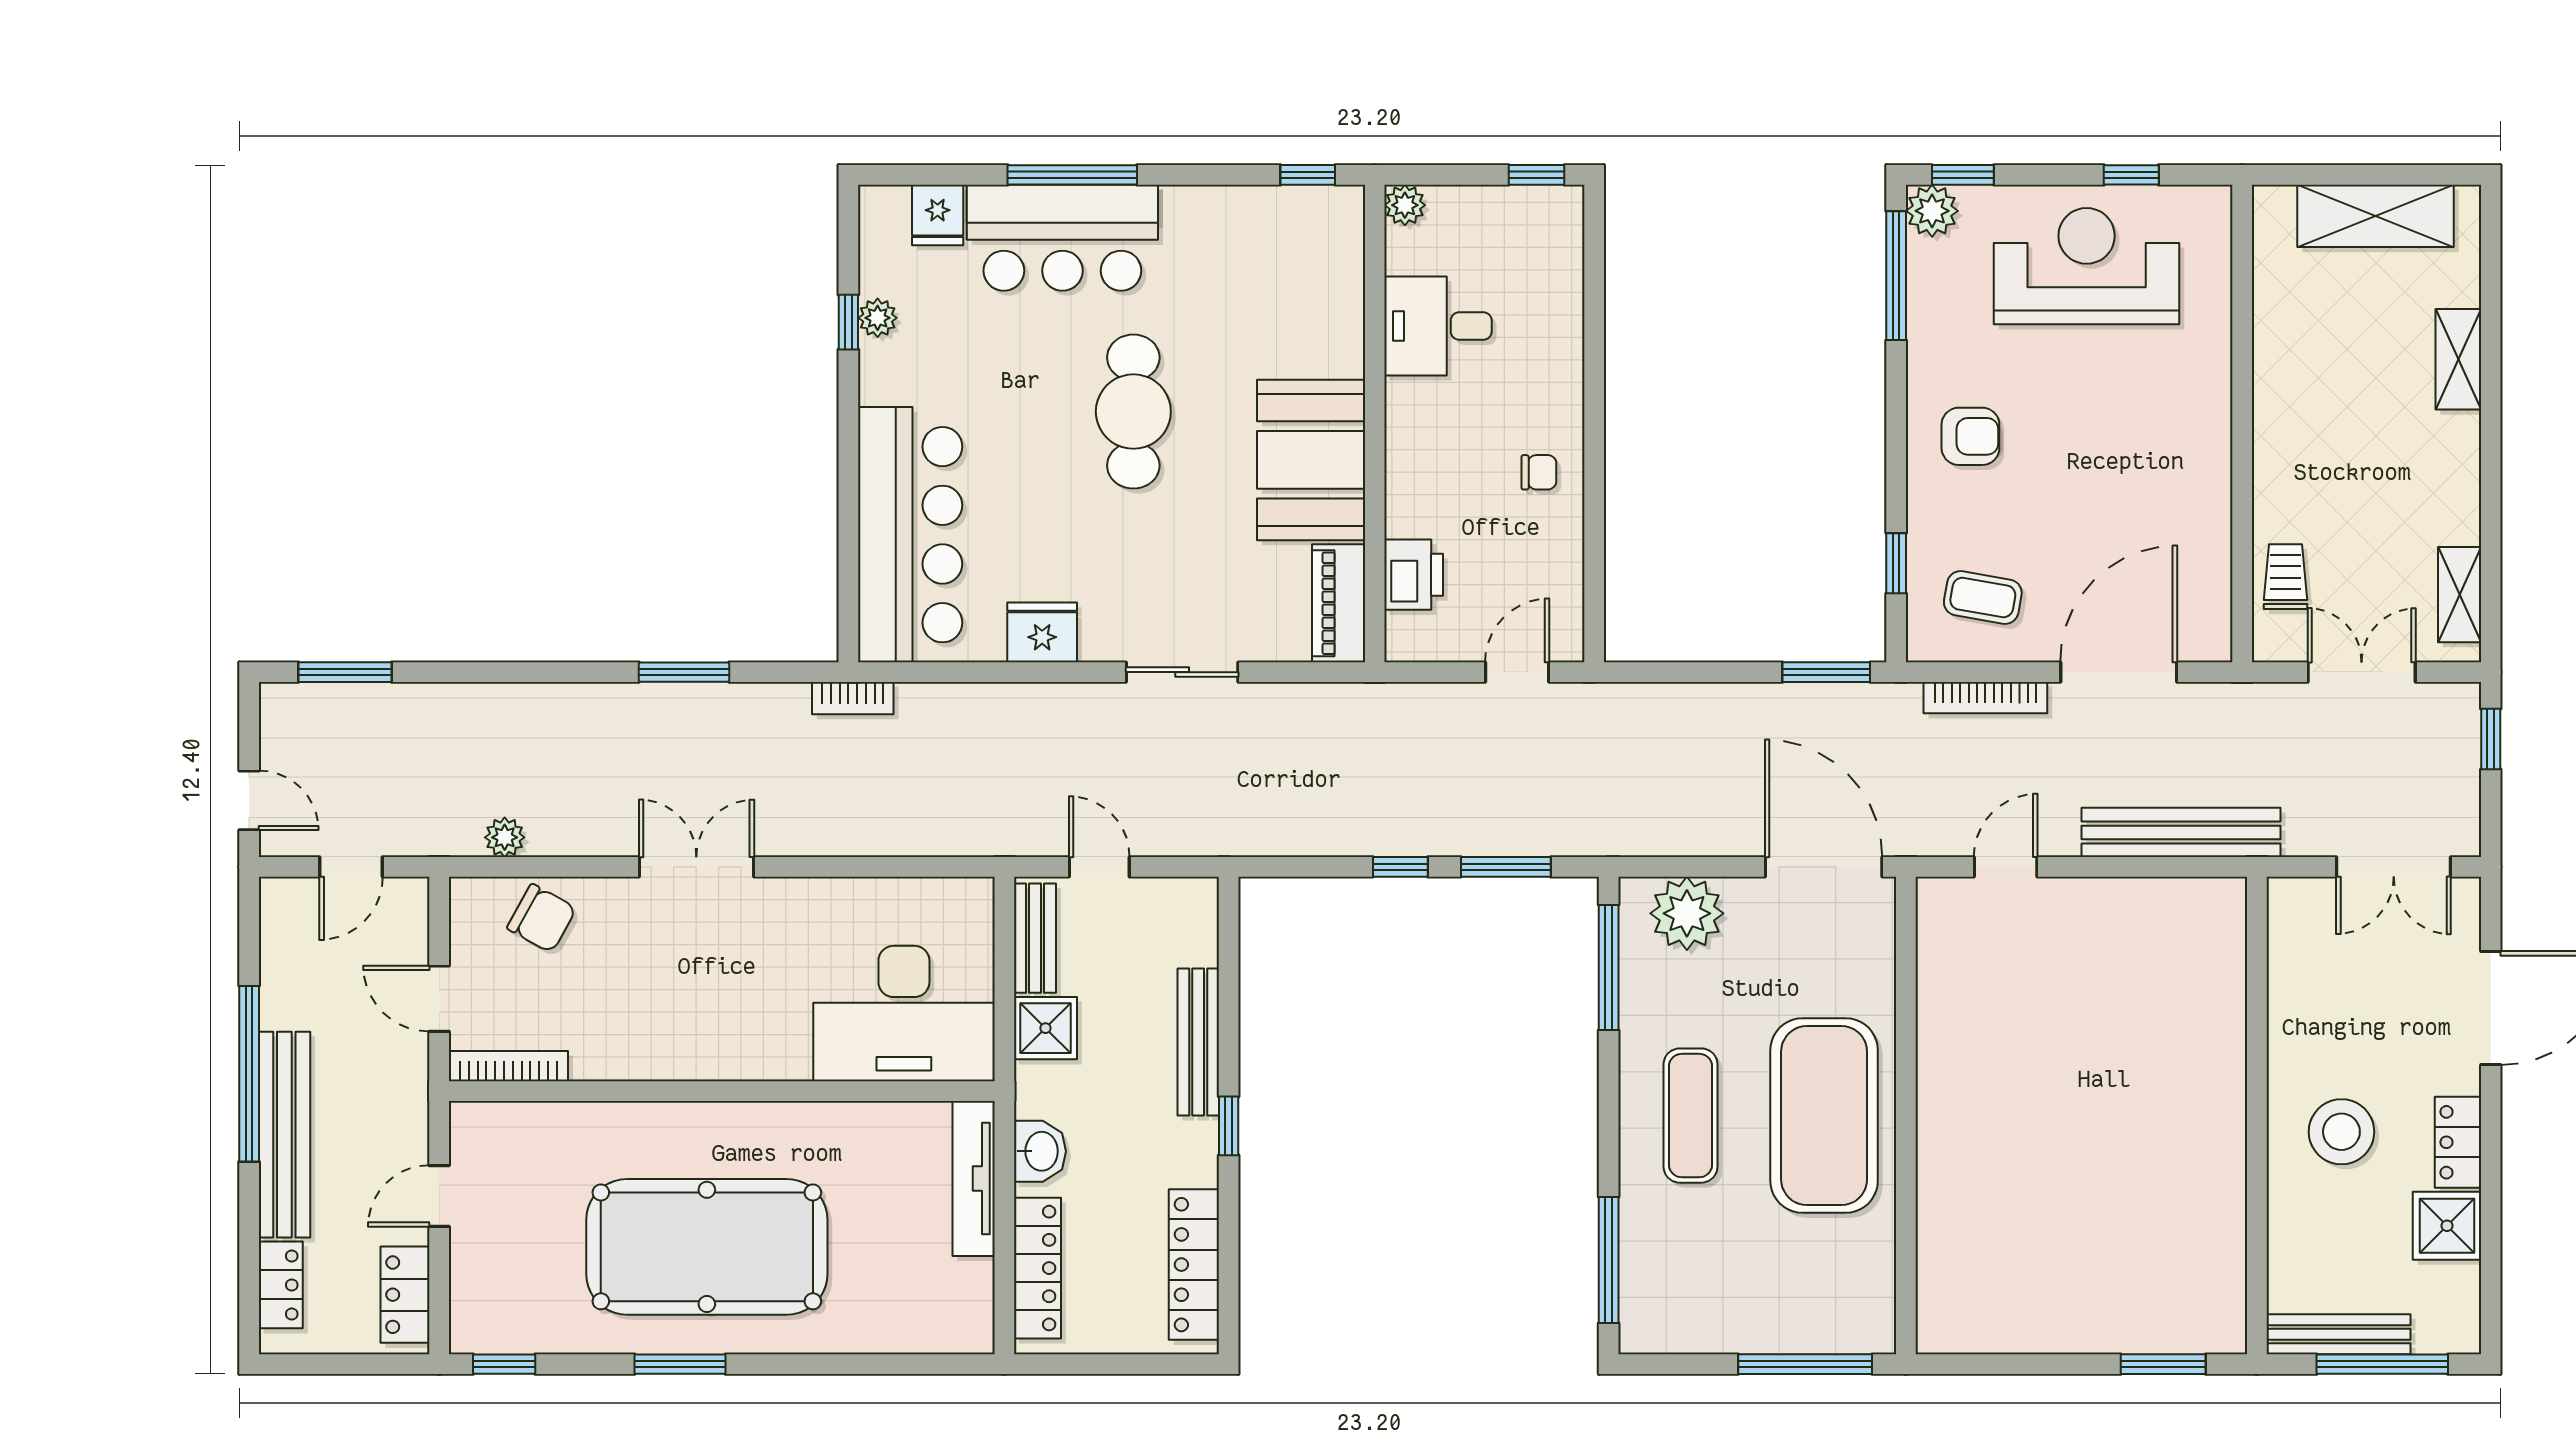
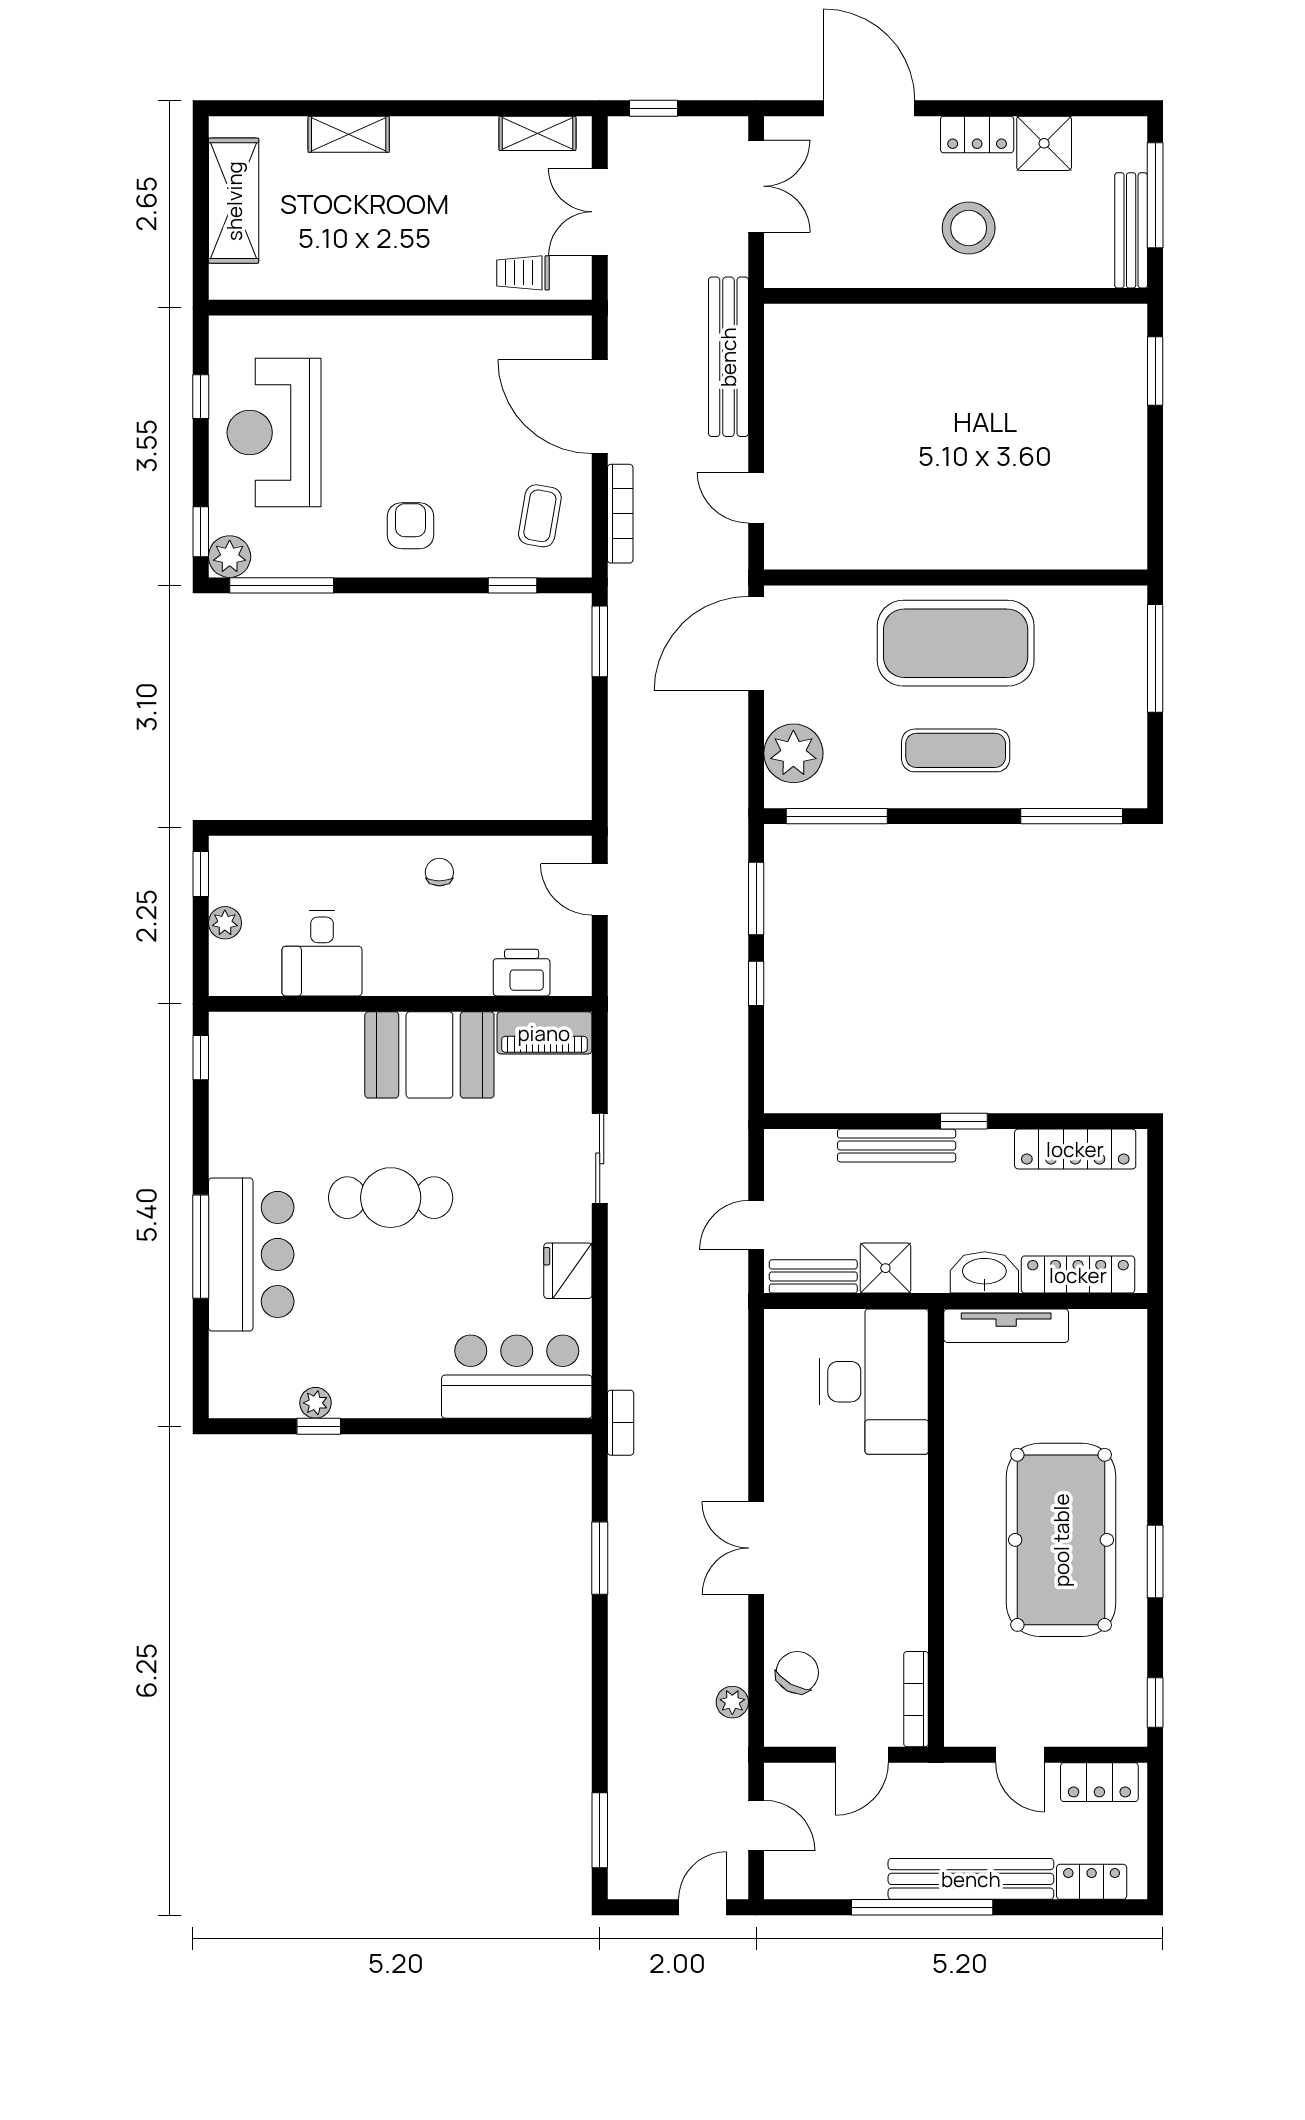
plant: (1405, 205) -> (225, 923), moved
fridge: (938, 215) -> (233, 1355), removed
bar counter: (910, 535) -> (517, 1377), width x0.73
washbasin: (1040, 1151) -> (984, 1272), width x1.38

